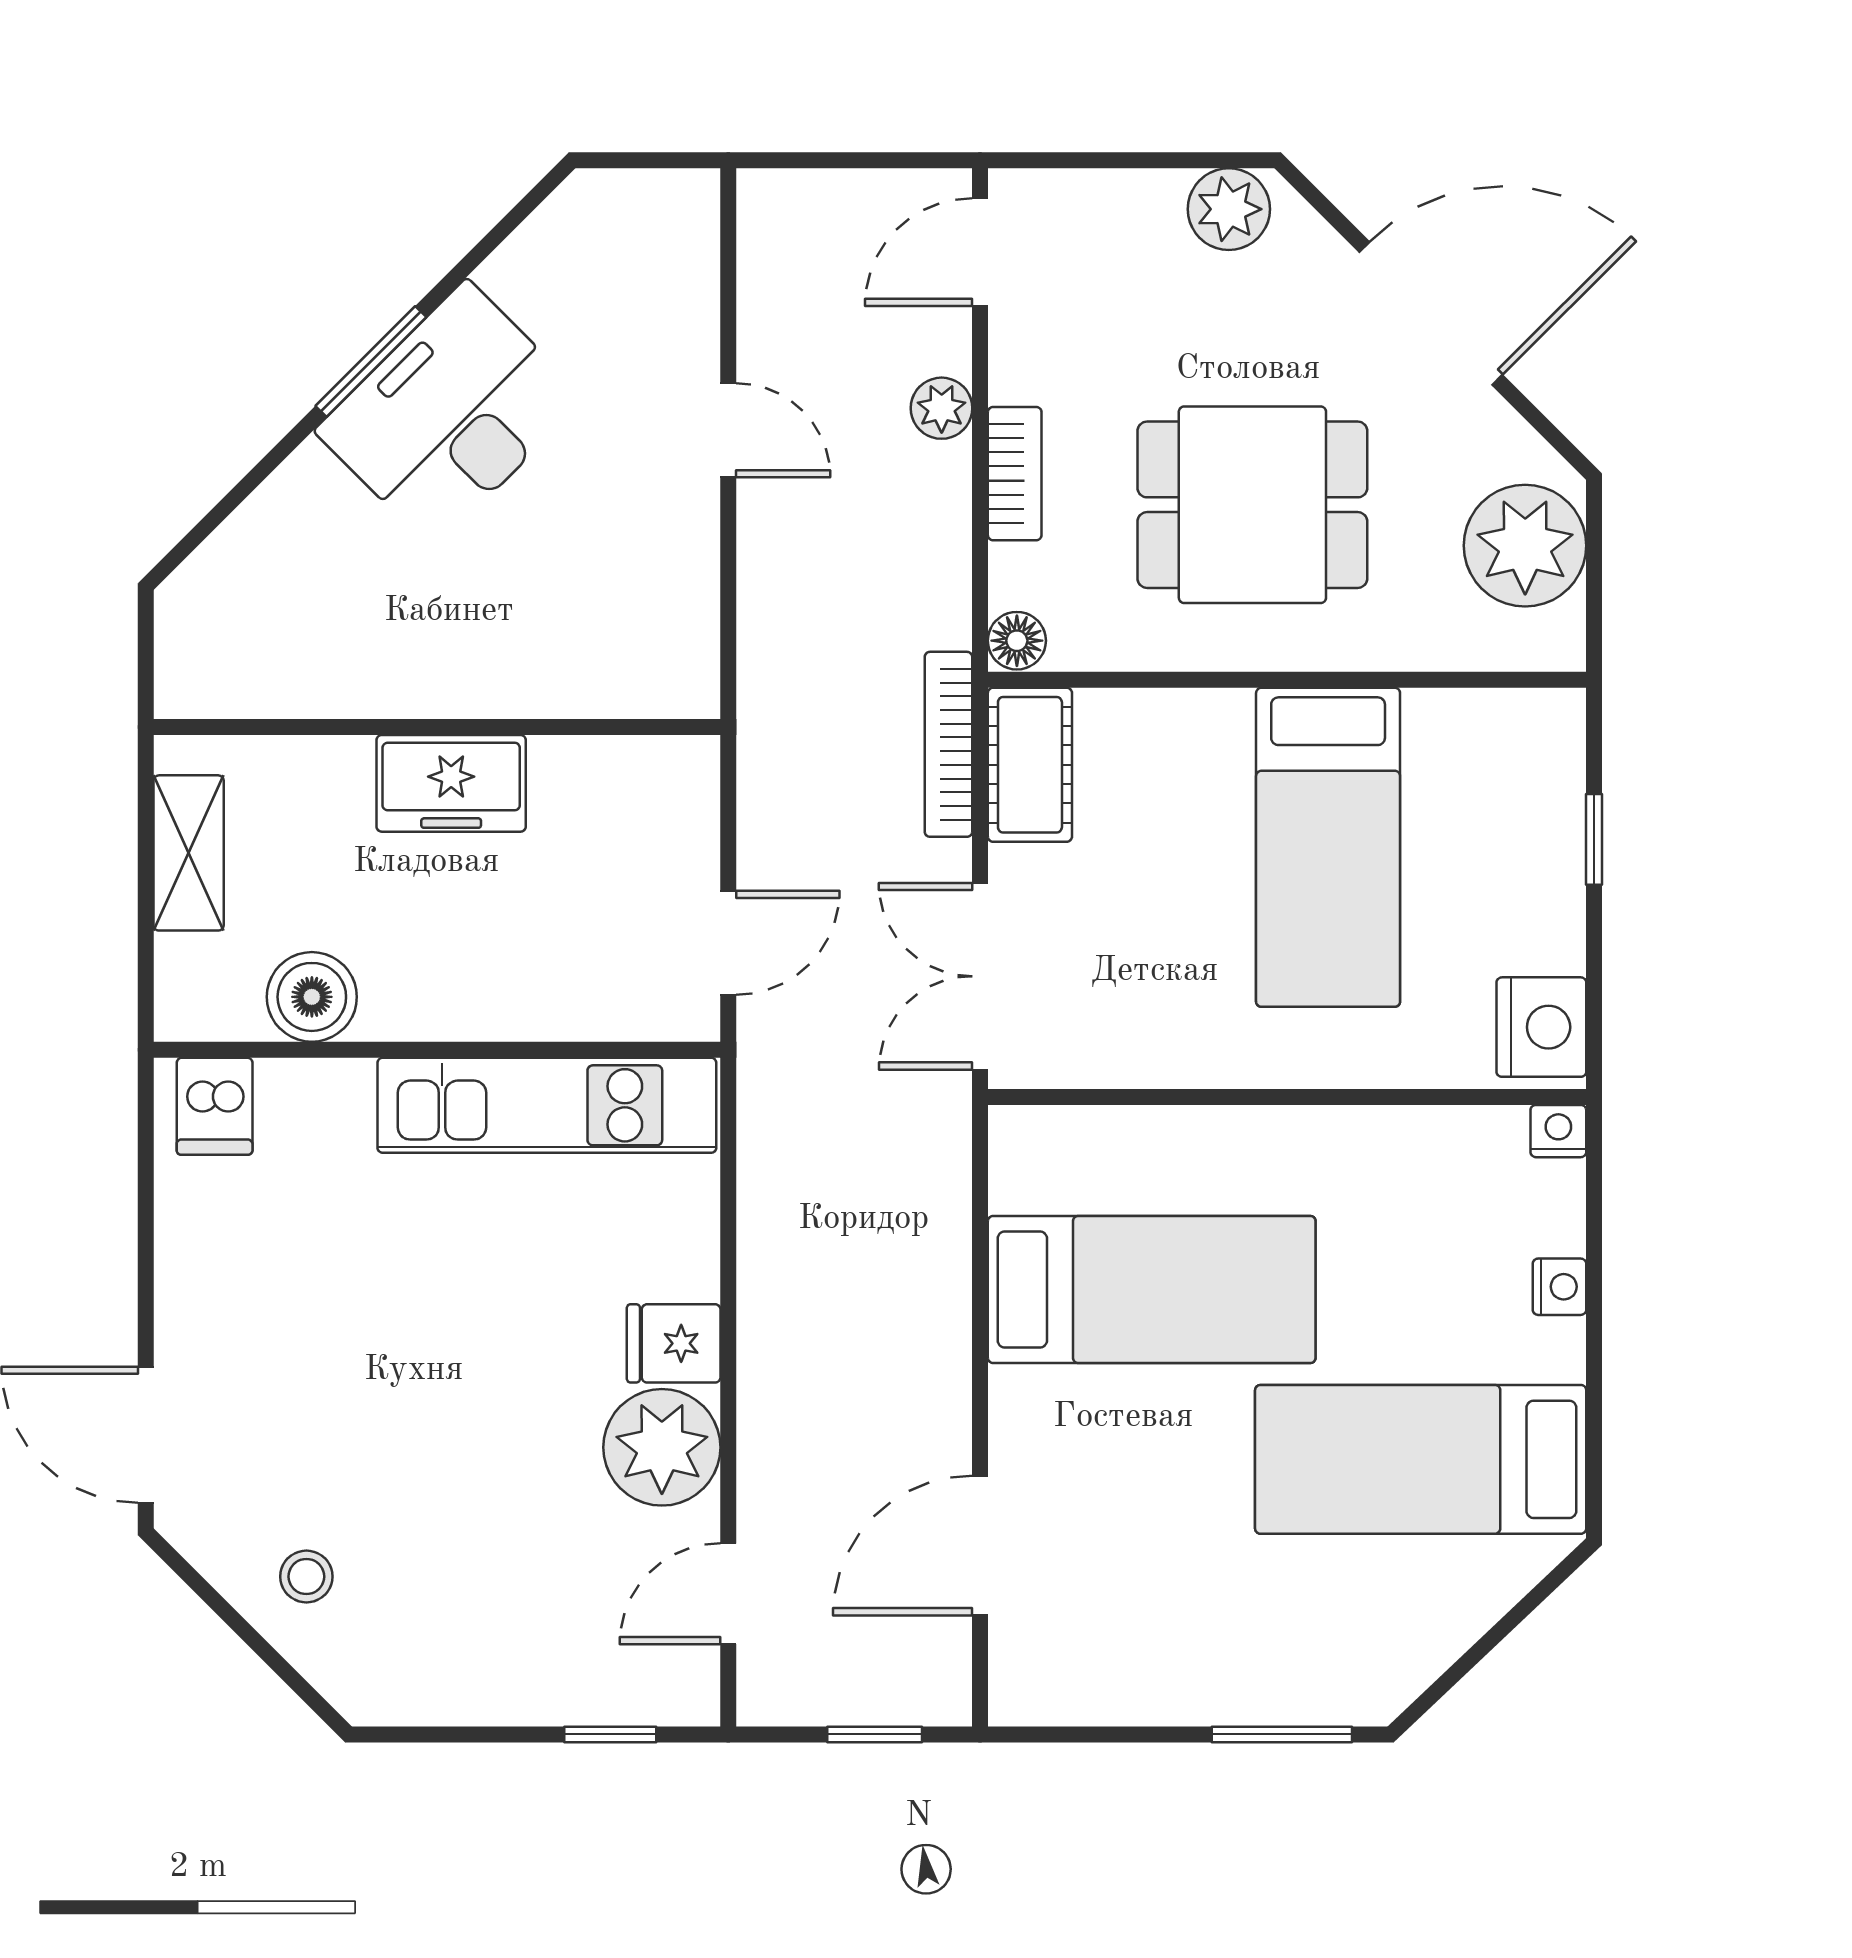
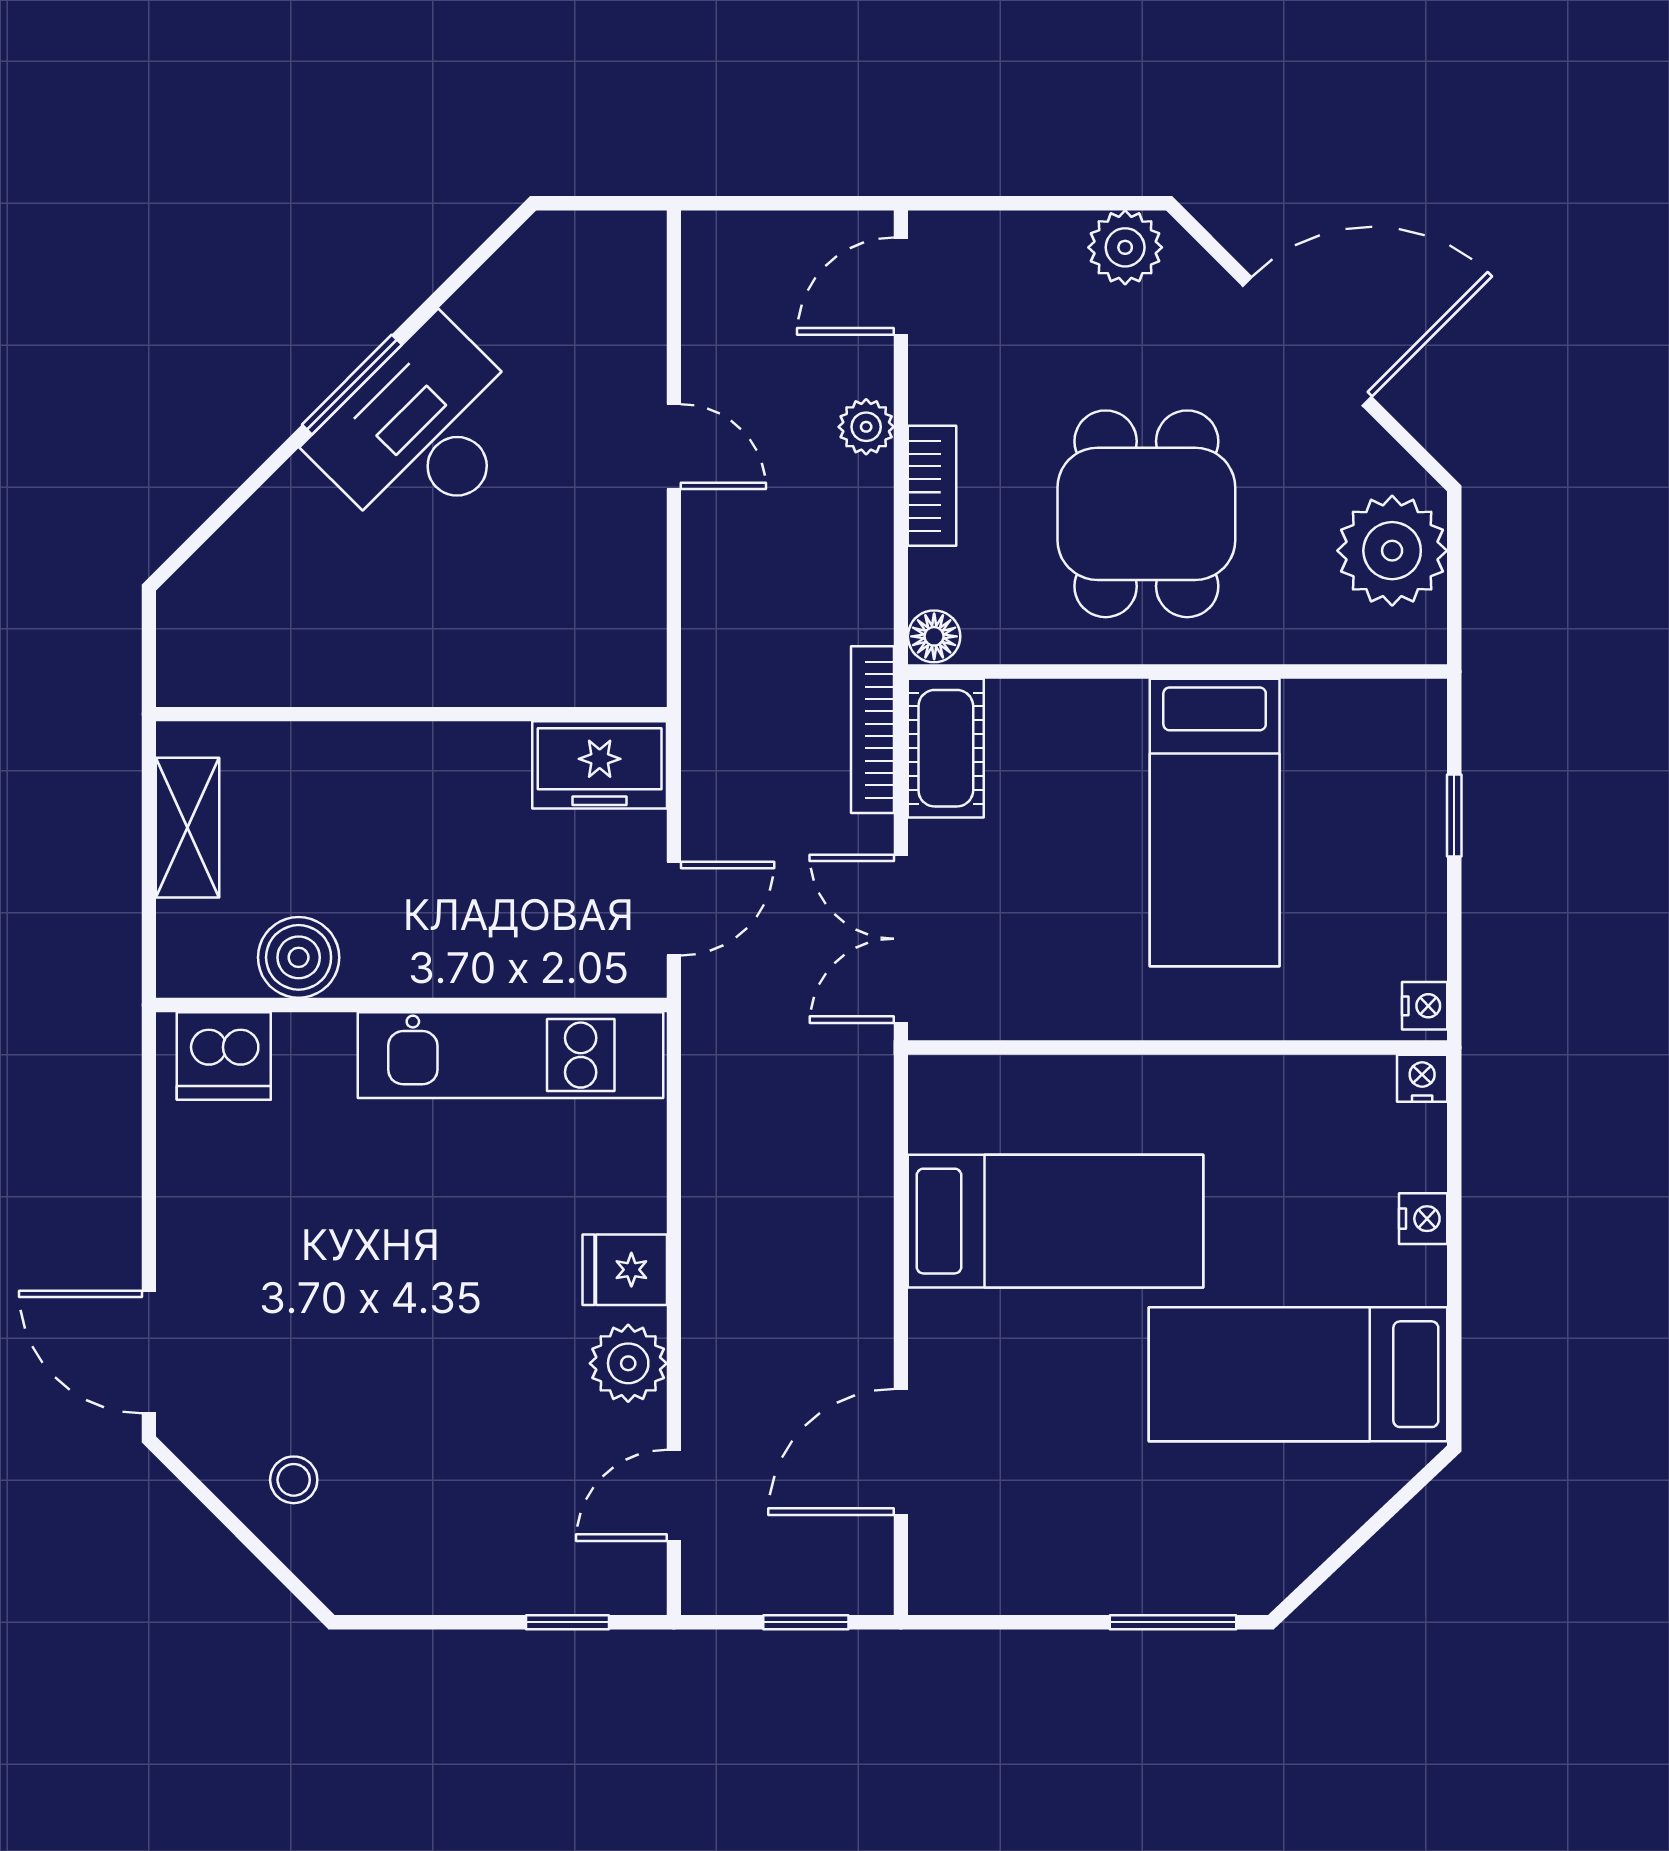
dining table: (1252, 505) -> (1146, 514), turned 90
freezer: (451, 783) -> (600, 765), moved
nightstand: (1541, 1027) -> (1425, 1006), width x0.53, depth x0.56
dishwasher: (215, 1106) -> (224, 1056), width x1.38
plant: (662, 1447) -> (628, 1363), width x0.73, depth x0.73

